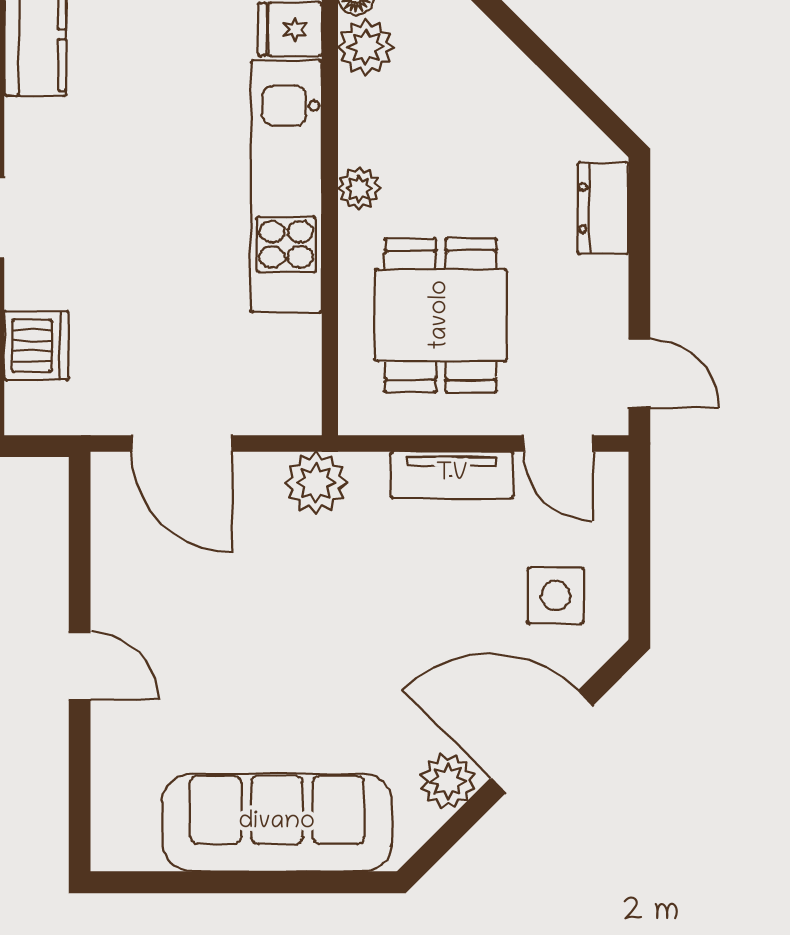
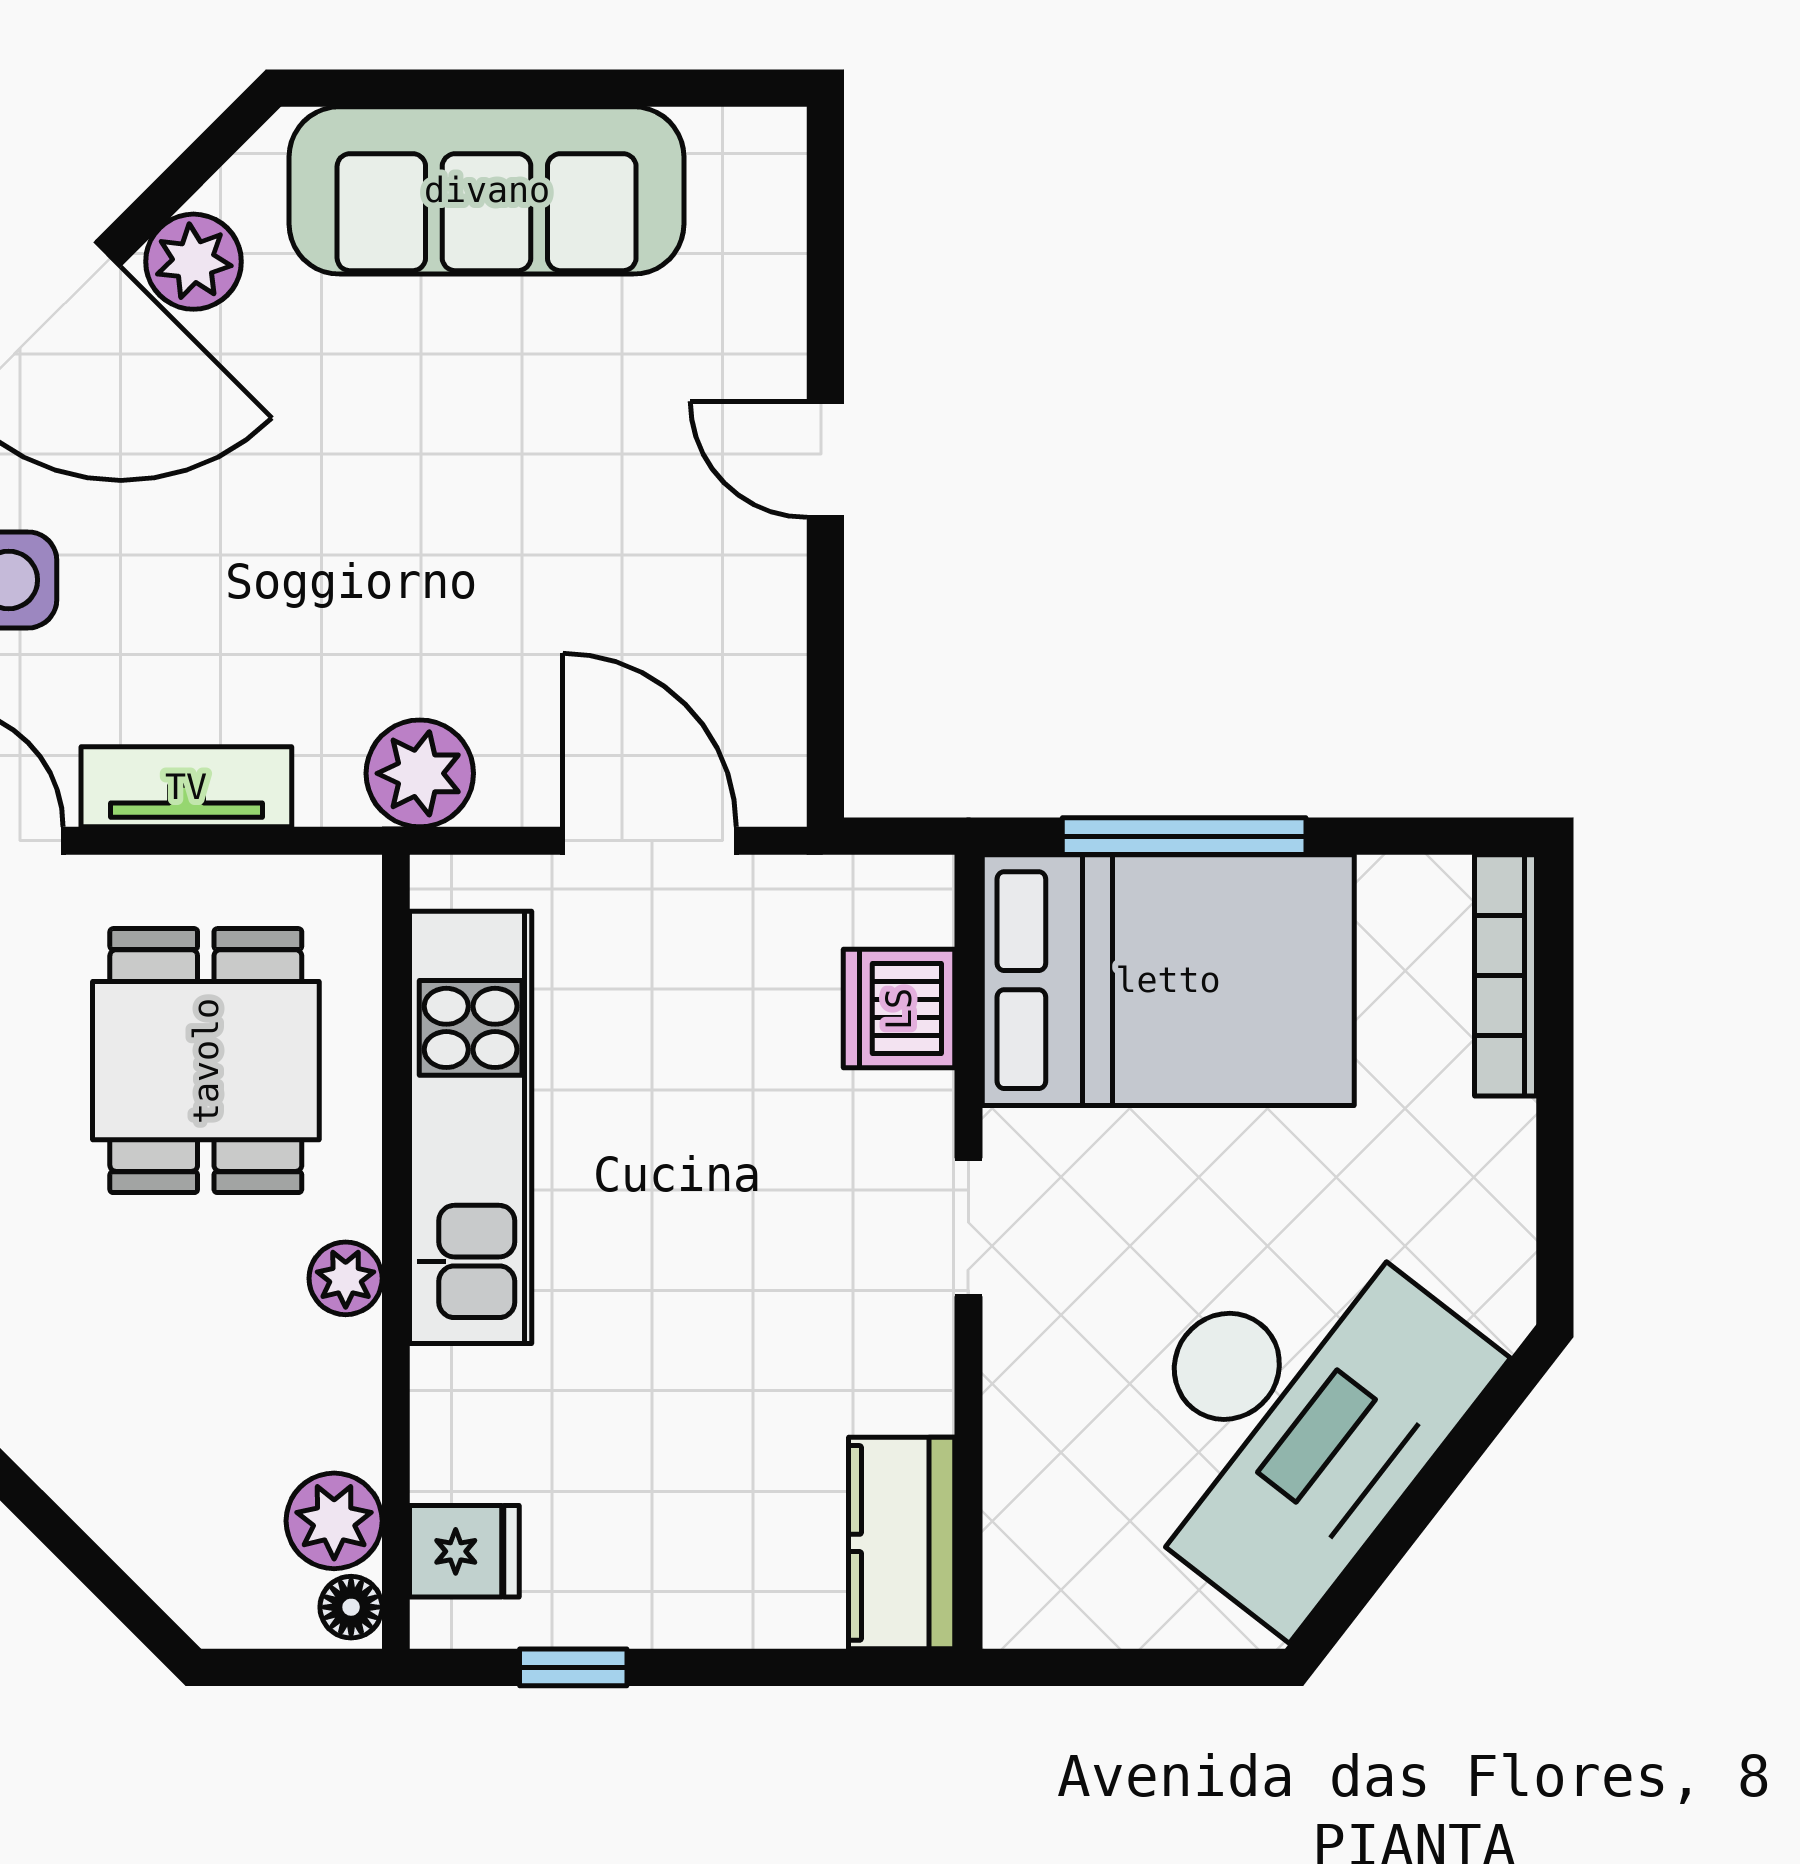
kitchen unit: (286, 186) -> (471, 1127), moved

